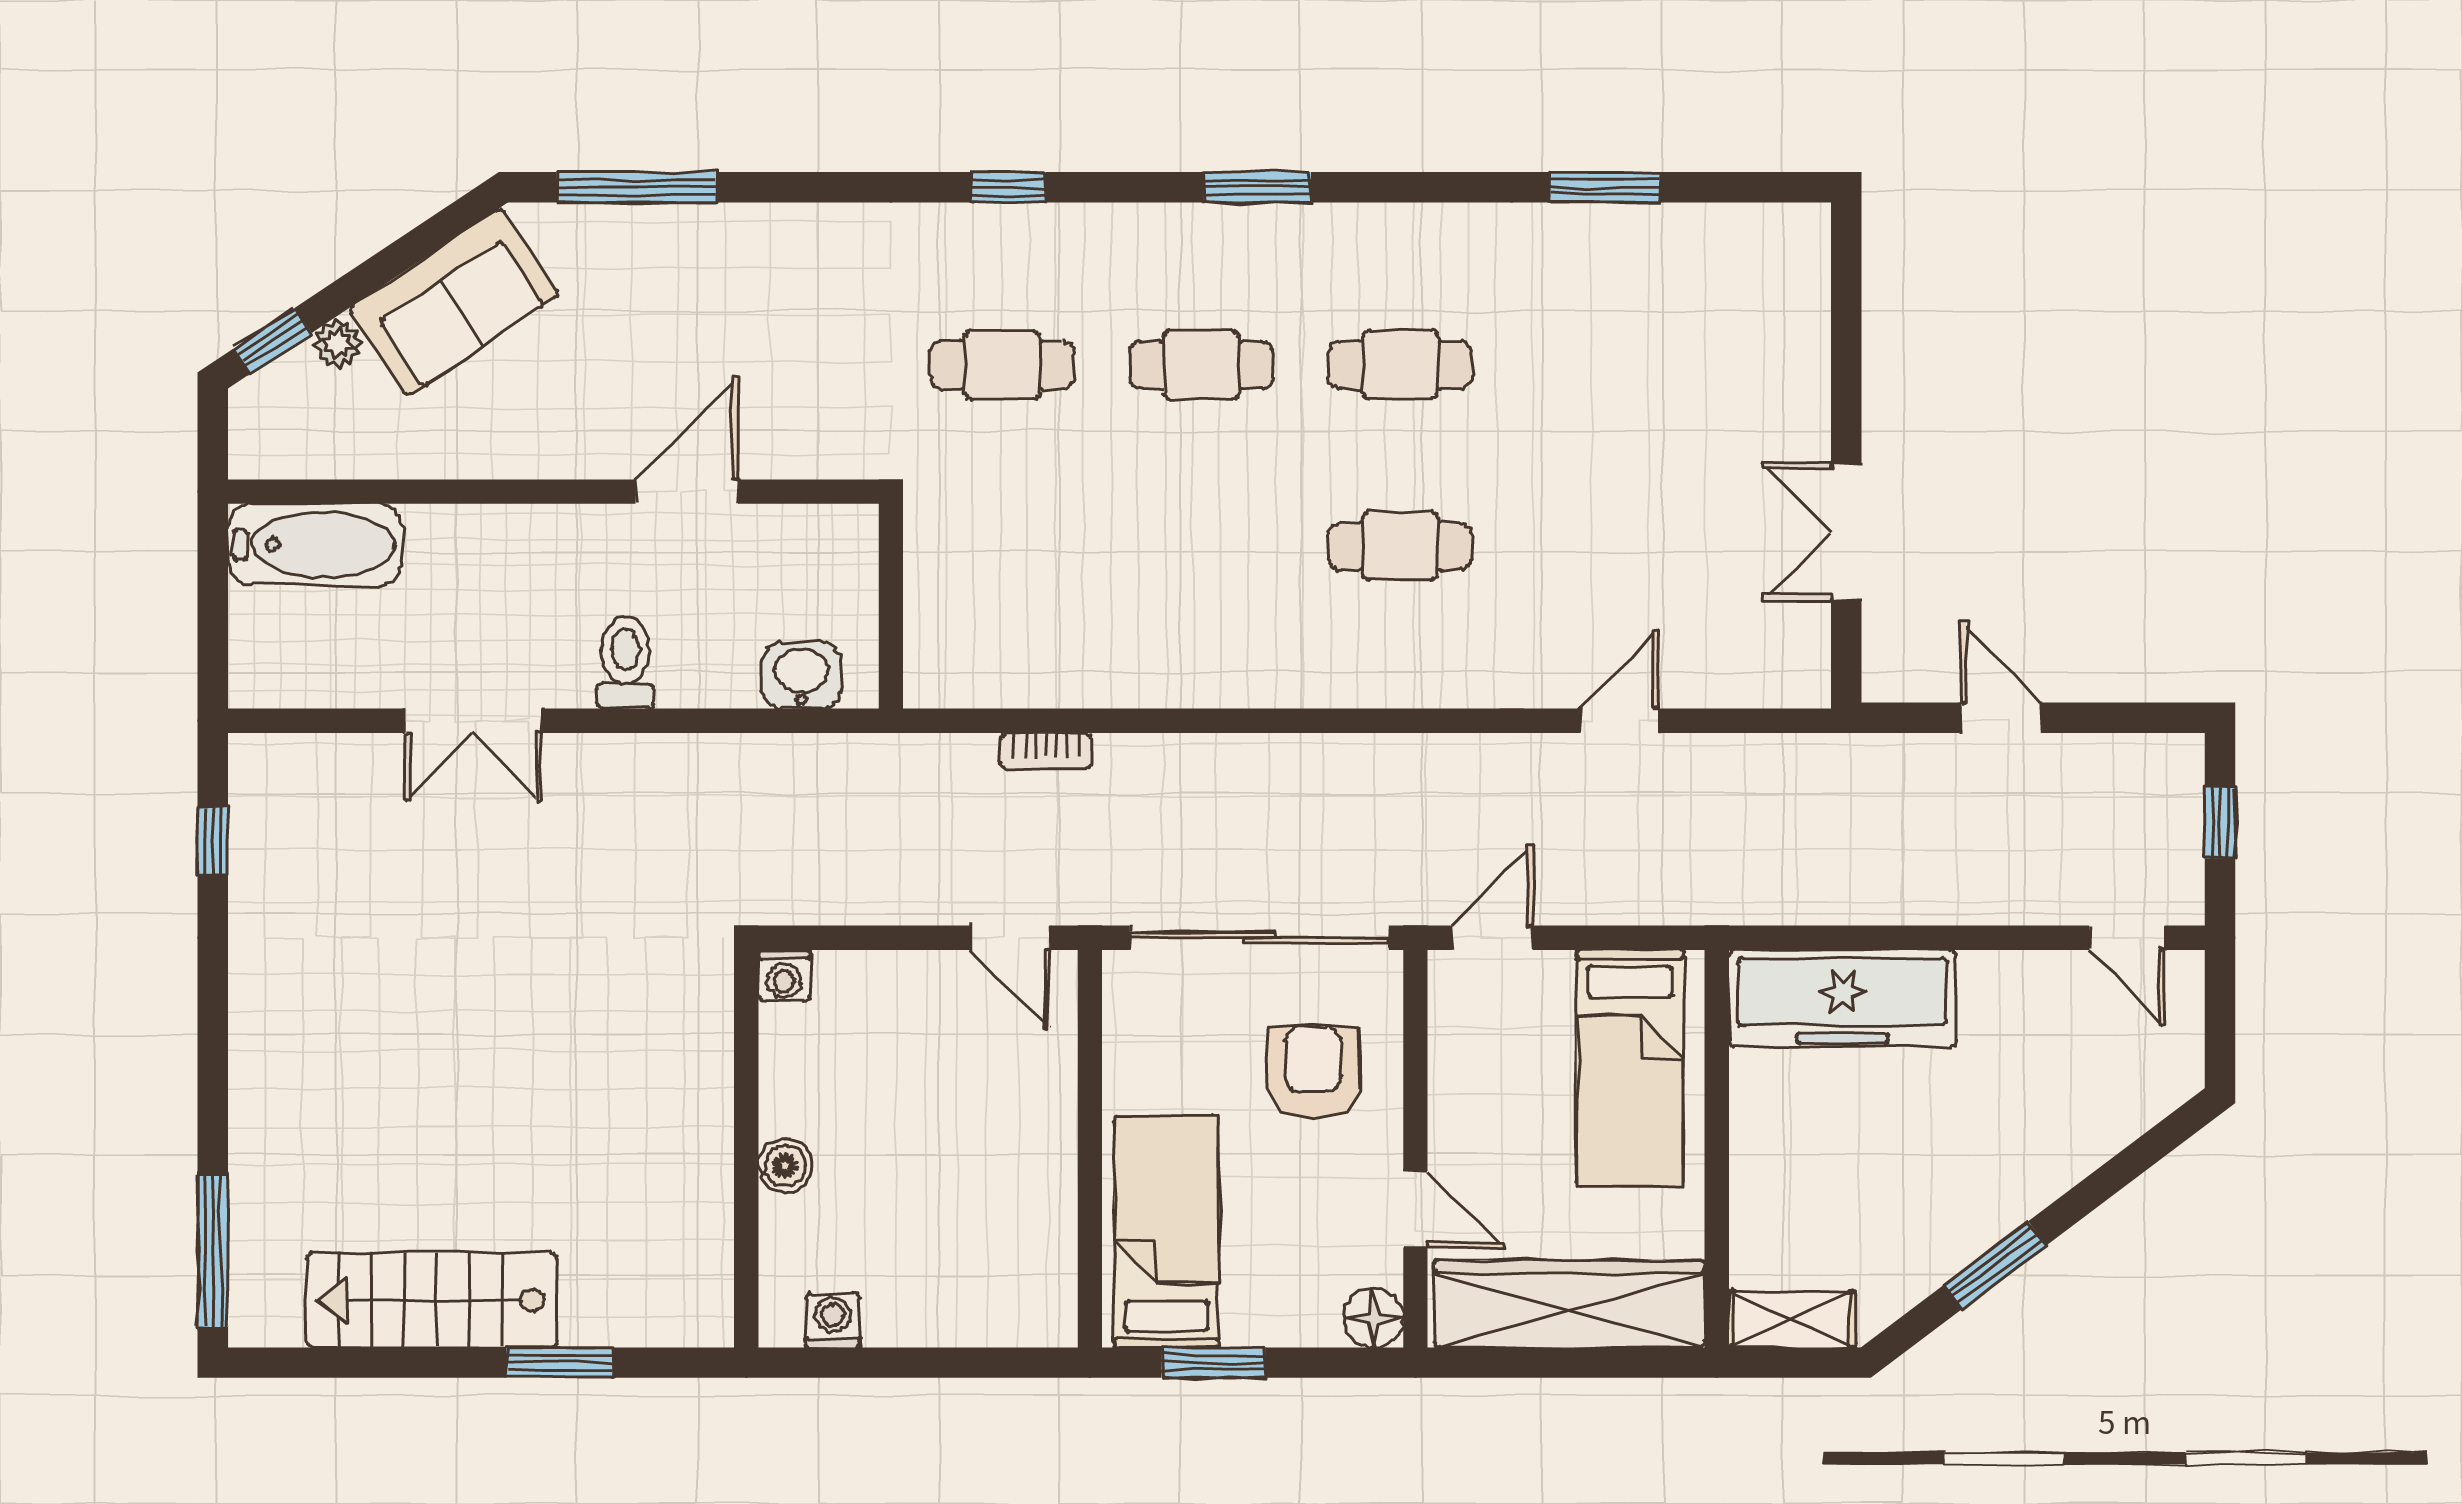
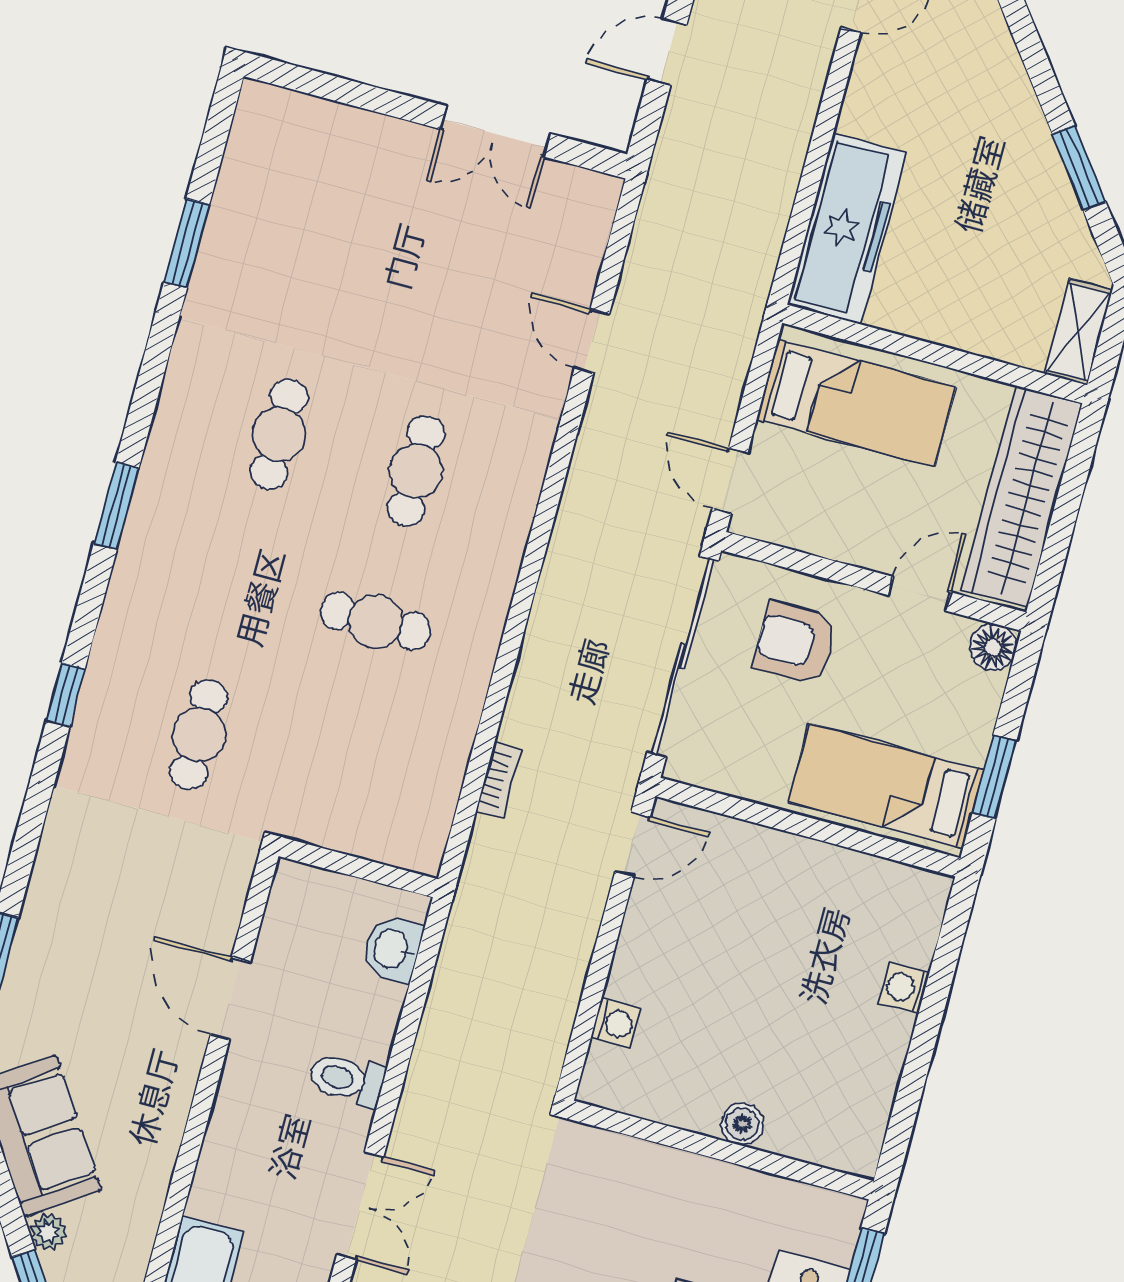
cafe table: (1201, 365) -> (376, 621), moved, turned 90
wall: (746, 1149) -> (721, 1150), moved
boiler: (785, 1166) -> (742, 1124), moved
washing machine: (833, 1320) -> (904, 988), moved

